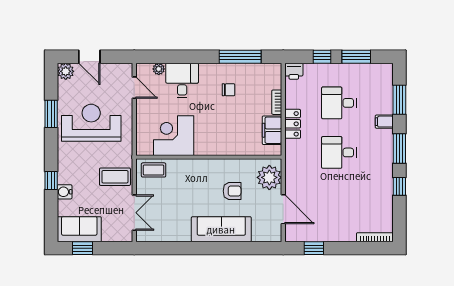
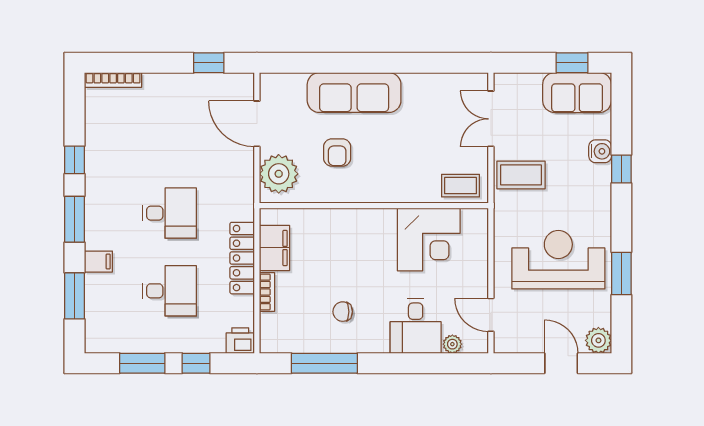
reception desk: (91, 123) -> (558, 260), turned 180
locker: (293, 124) -> (242, 258), width x1.53
armchair: (232, 191) -> (337, 153), turned -90

